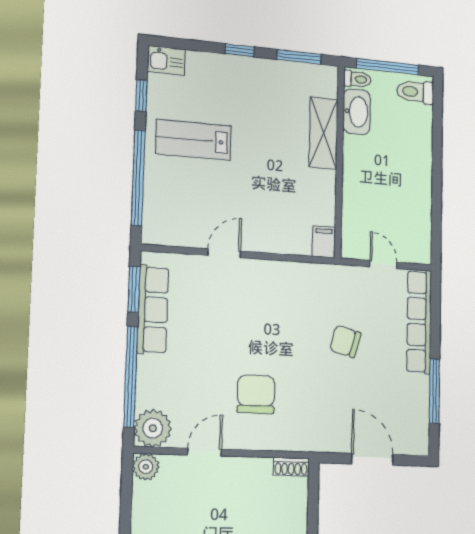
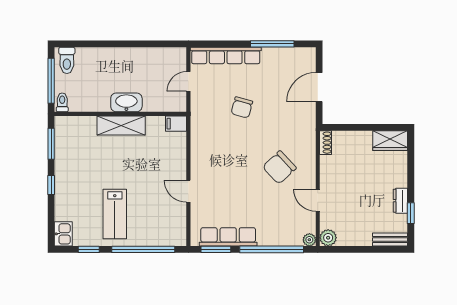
washbasin: (357, 112) -> (126, 102), moved
shelving: (324, 133) -> (121, 125), moved
chair: (256, 394) -> (279, 167), turned -43
plant: (153, 428) -> (309, 240), width x0.53, depth x0.53

